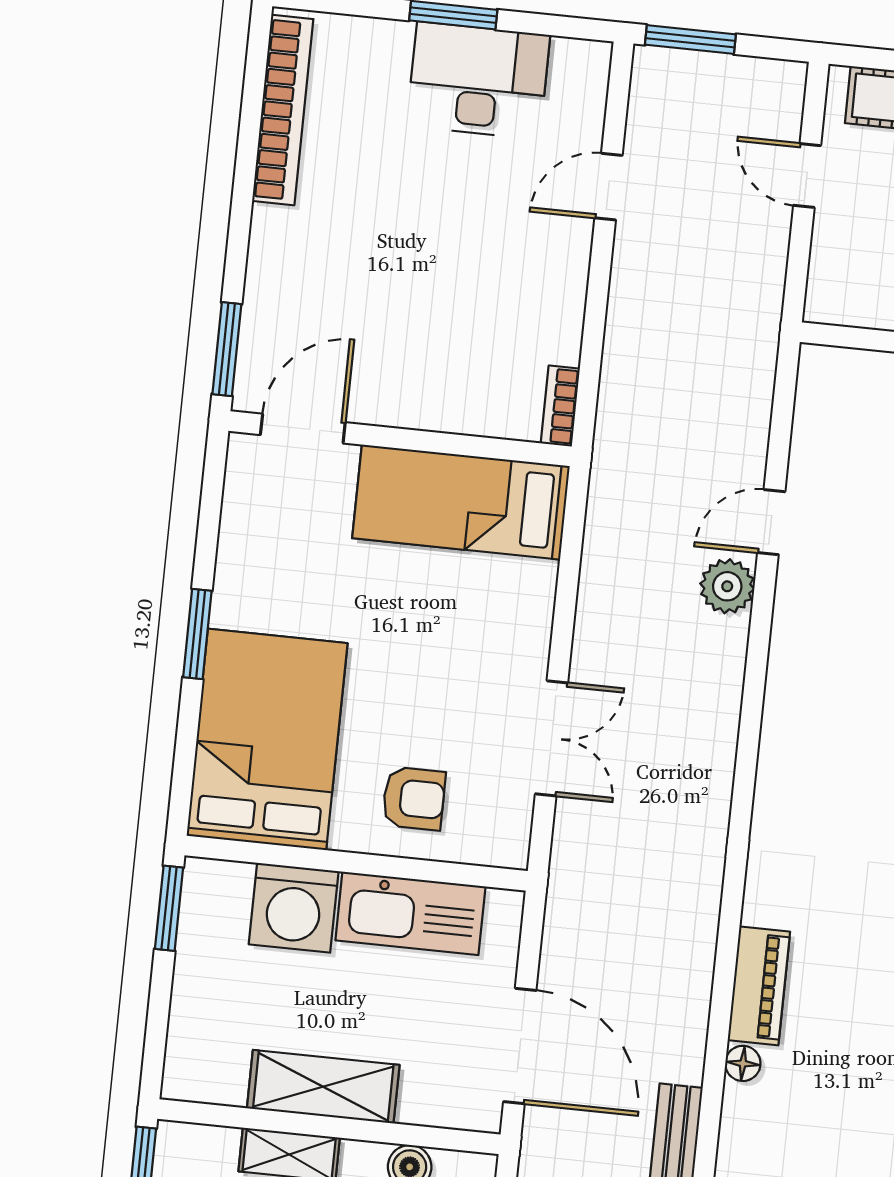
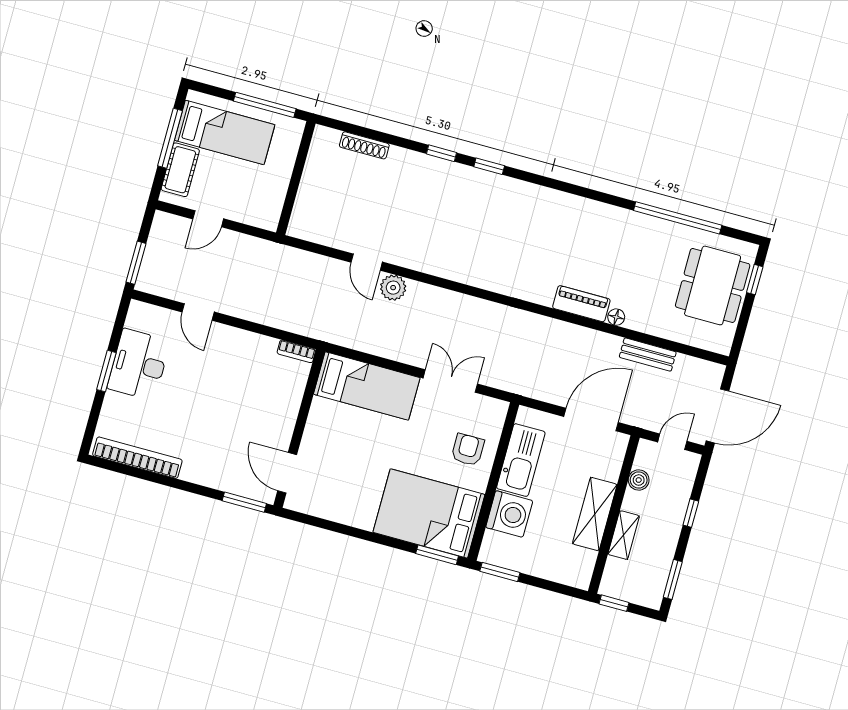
bed: (461, 502) -> (367, 386), moved, turned -90
window: (197, 634) -> (437, 555), moved

